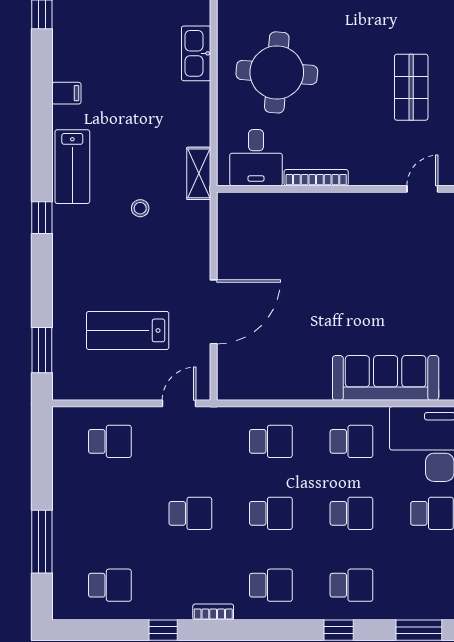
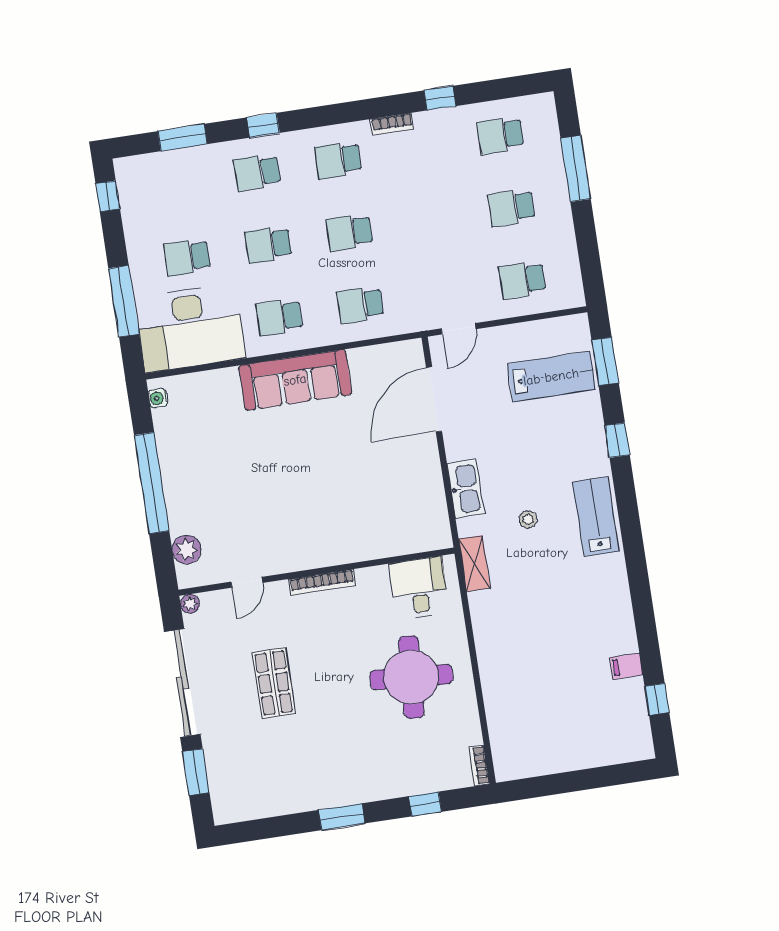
kitchen sink: (196, 53) -> (466, 489), moved
filing cabinet: (66, 93) -> (626, 666), moved
lab bench: (72, 167) -> (596, 517), moved
bookcase: (316, 178) -> (322, 582), moved
window: (42, 218) -> (617, 440), moved
door: (214, 312) -> (434, 399), moved
lab bench: (128, 330) -> (551, 377), moved
sofa: (386, 378) -> (295, 380), moved
school desk: (190, 513) -> (511, 208), moved

